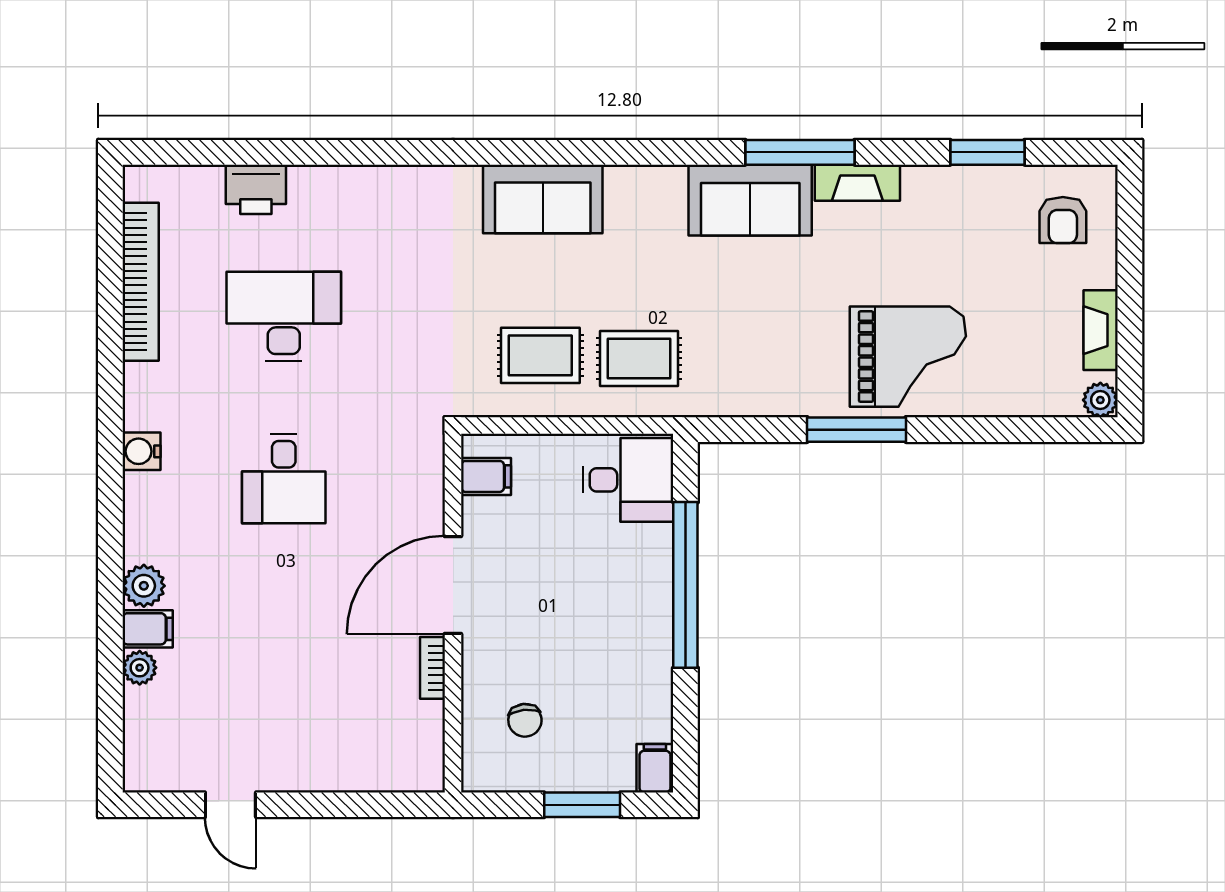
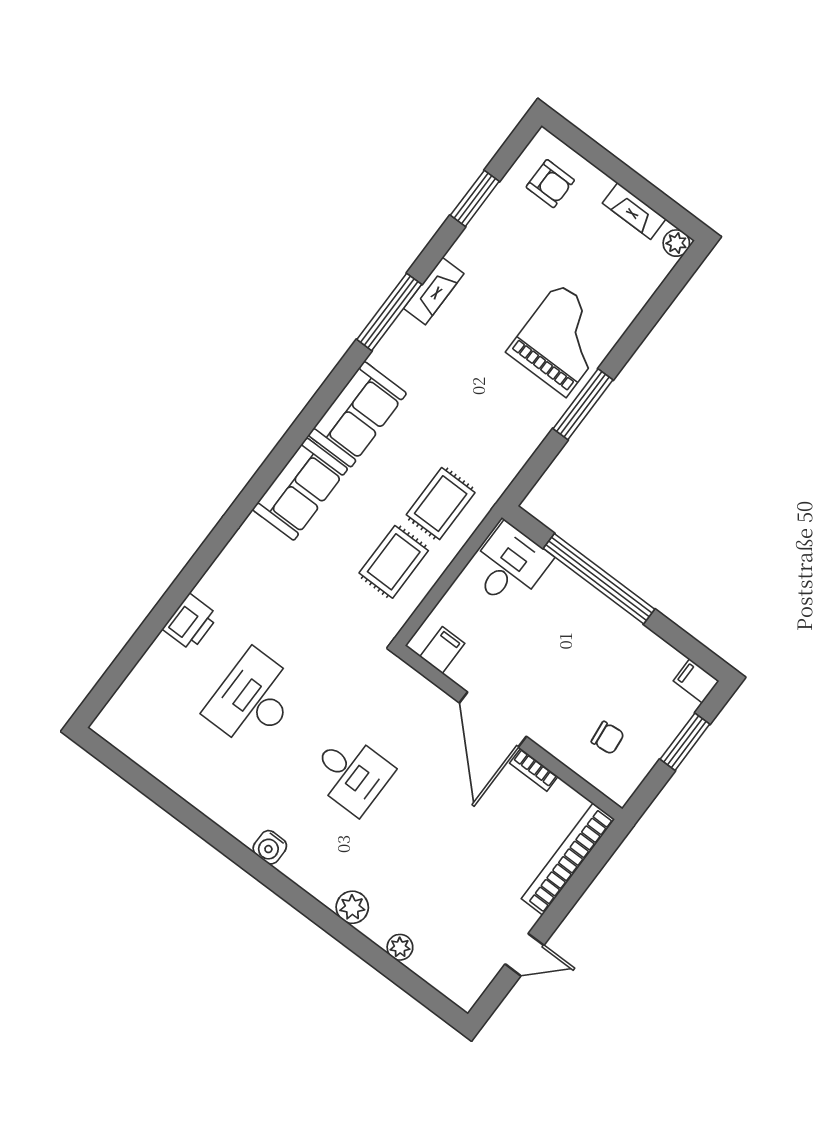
printer: (256, 189) -> (191, 622), moved
sofa: (750, 200) -> (357, 414), moved
bookcase: (141, 282) -> (568, 859), moved, turned -90
filing cabinet: (148, 629) -> (380, 925), removed

